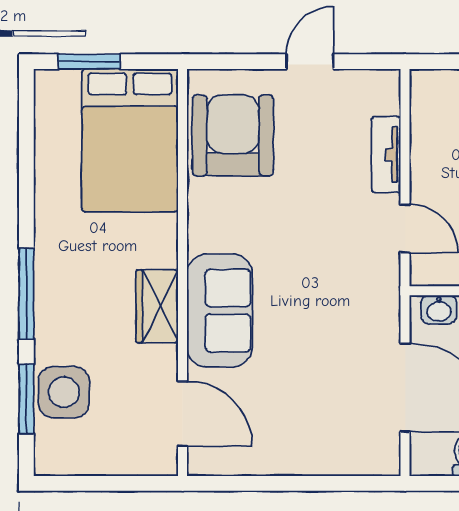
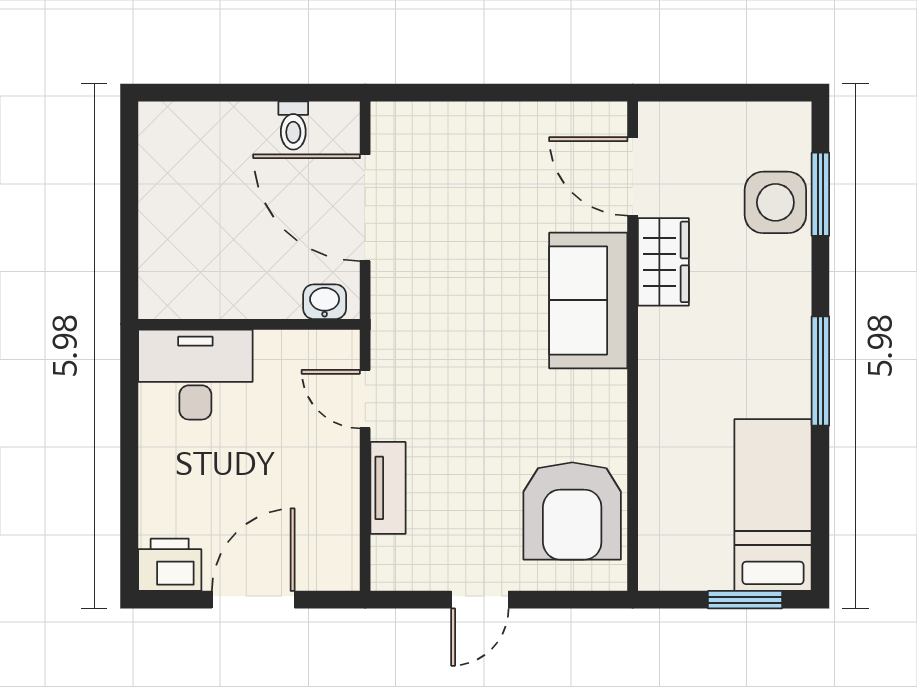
bed: (130, 140) -> (773, 505), moved, width x0.67
window: (26, 294) -> (820, 371), moved
wardrobe: (157, 306) -> (663, 262), moved

